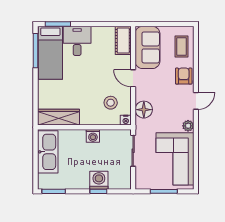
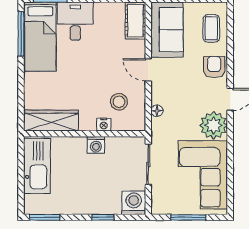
floor lamp: (144, 110) -> (157, 111), width x0.53, depth x0.53
nightstand: (126, 120) -> (104, 124), moved
plant: (188, 126) -> (214, 125), width x1.87, depth x1.87
washing machine: (99, 180) -> (134, 203), moved

